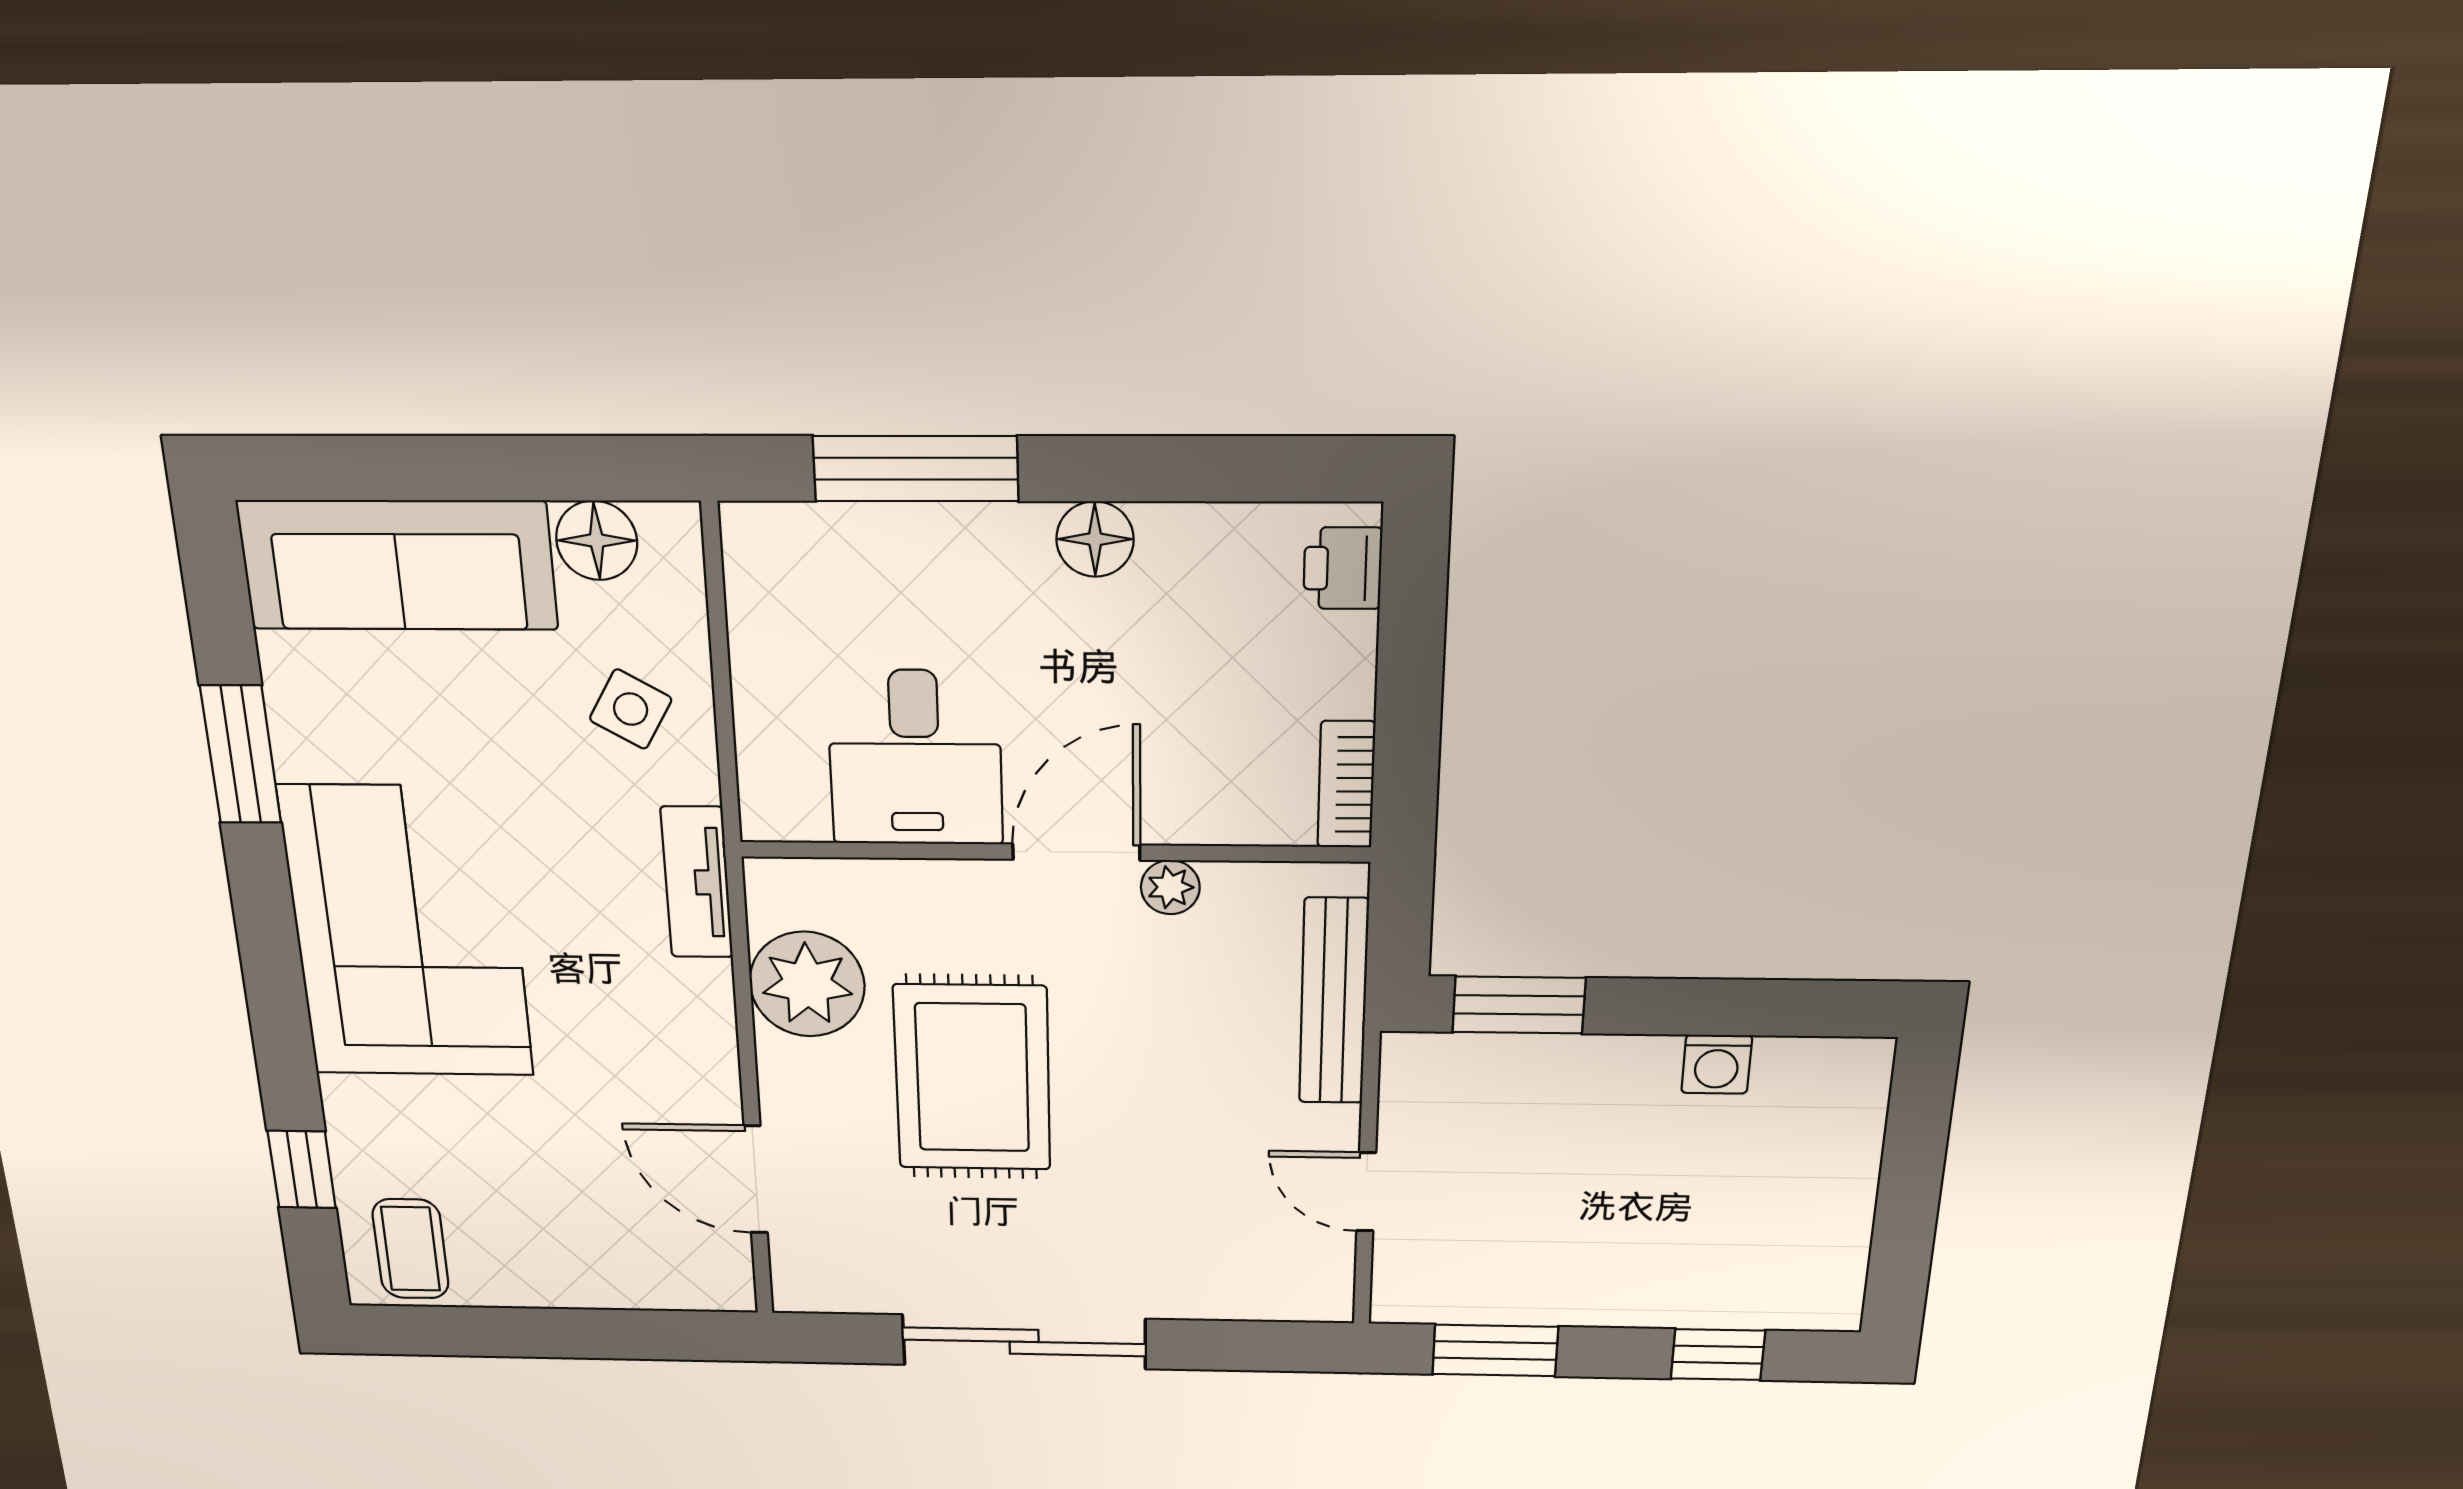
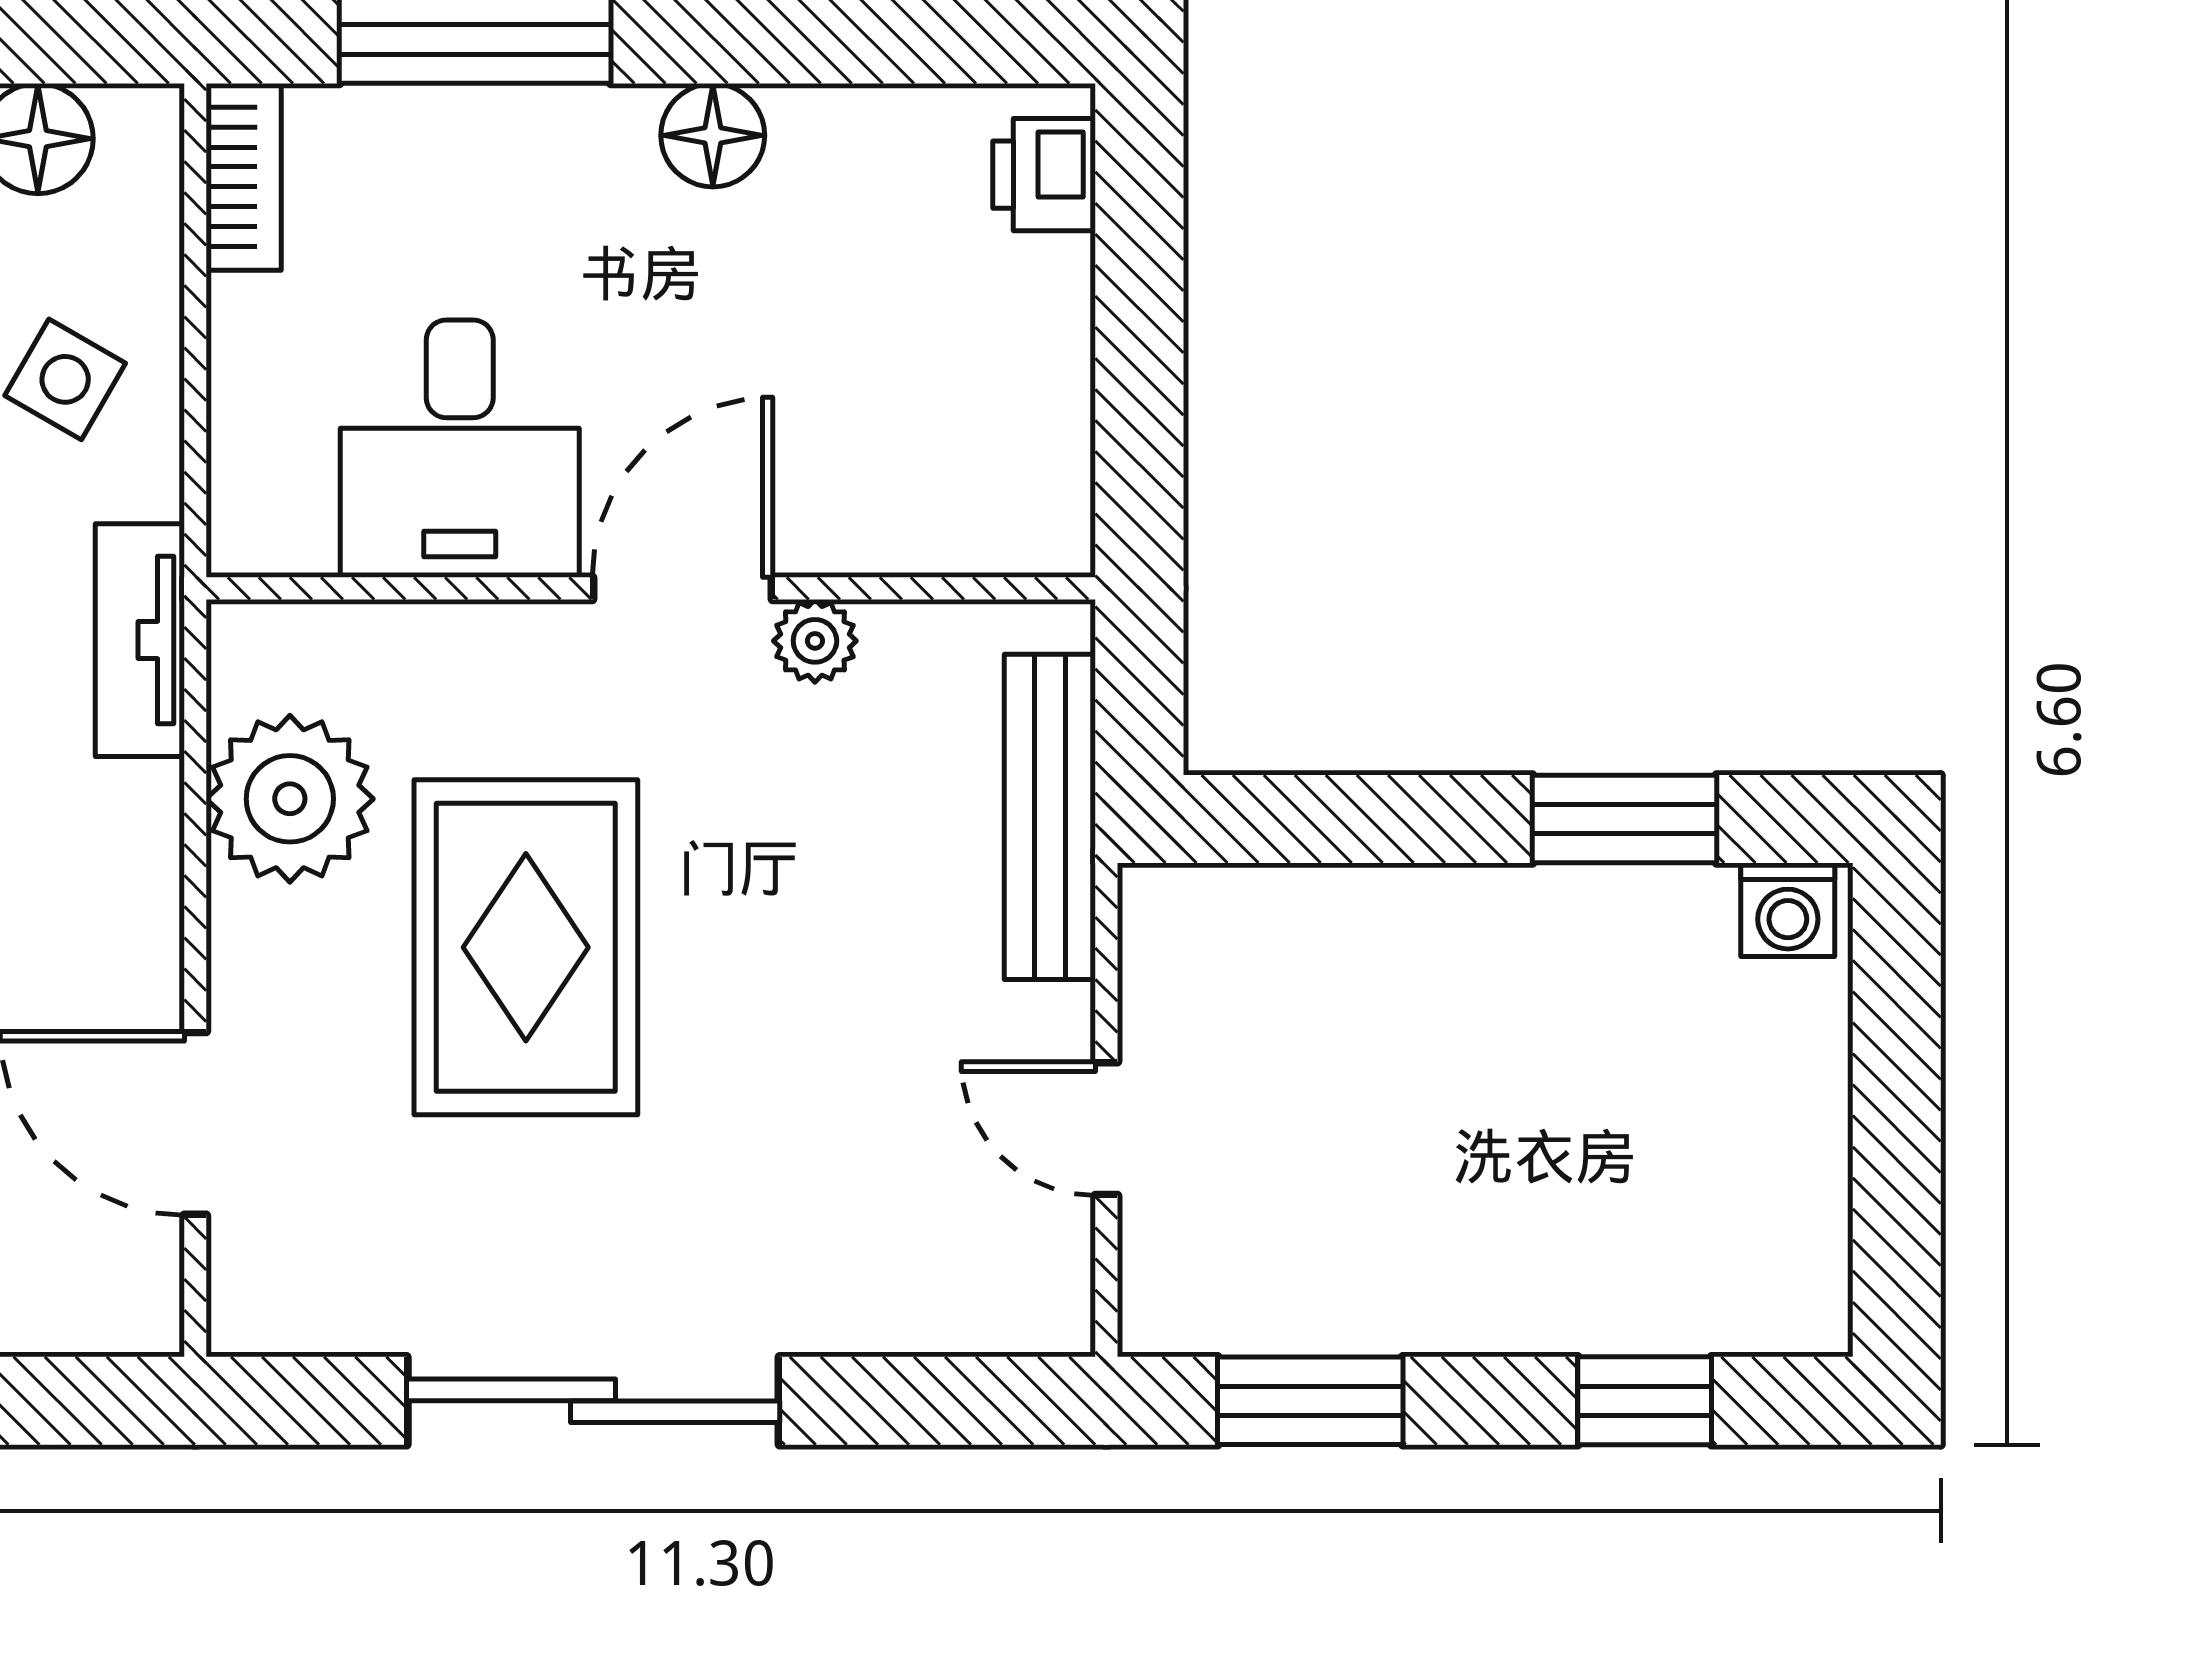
bookcase: (1346, 785) -> (244, 177), moved, turned 180
window: (1519, 1005) -> (1625, 819), moved
washing machine: (1717, 1064) -> (1788, 910), moved

